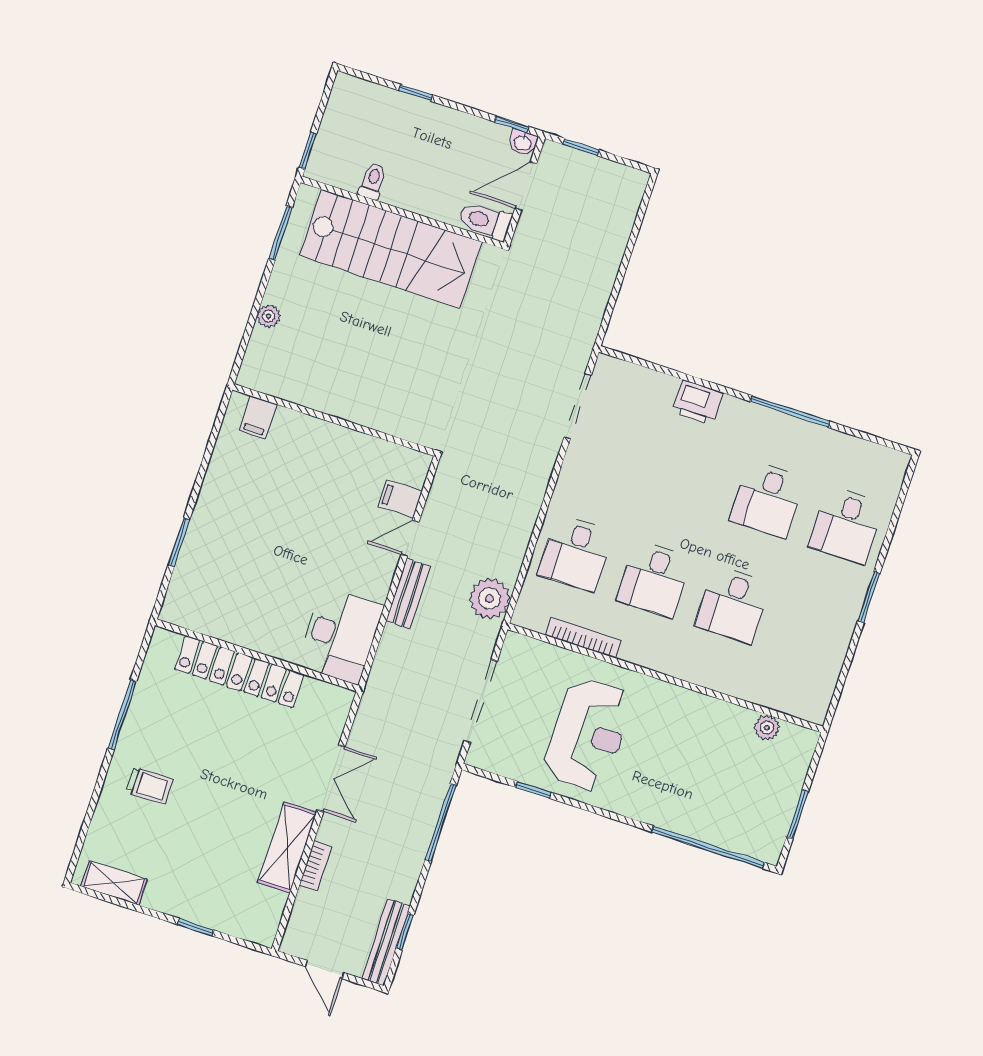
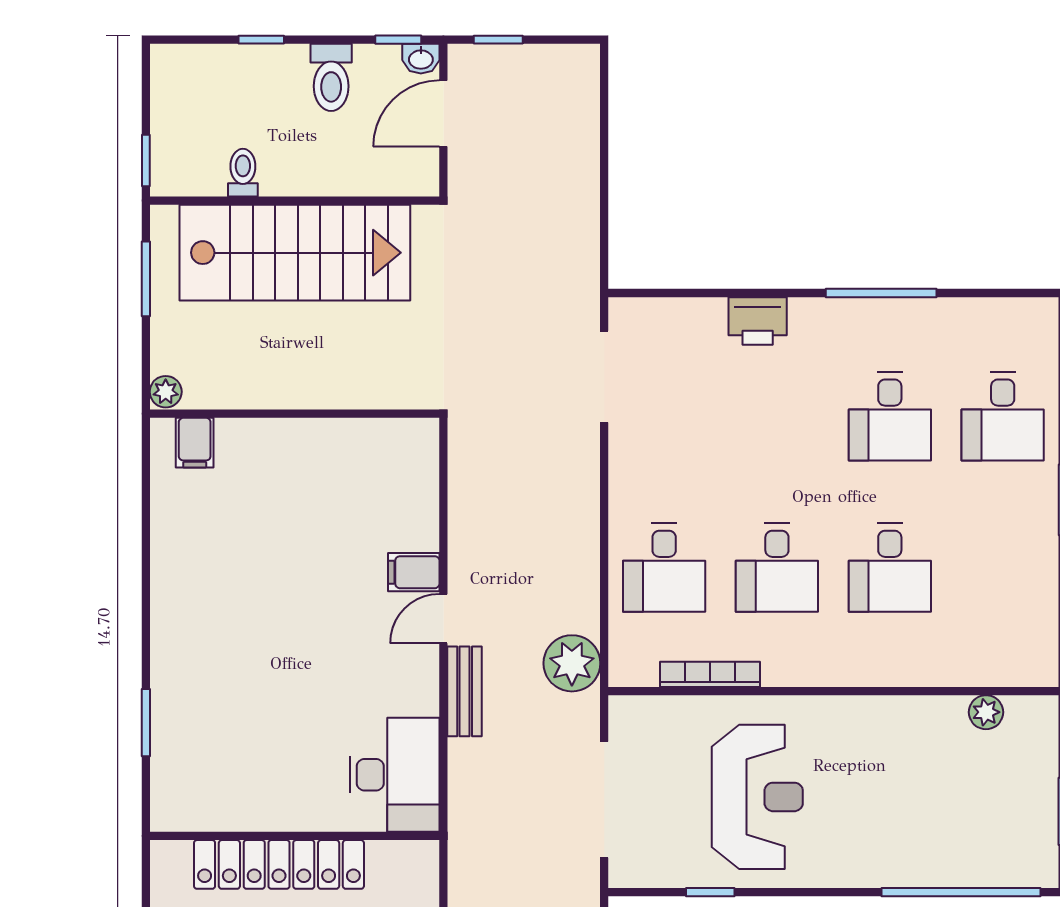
toilet: (485, 221) -> (331, 77), moved, turned -90
filing cabinet: (258, 417) -> (195, 443), moved
wall: (334, 420) -> (295, 414), moved

